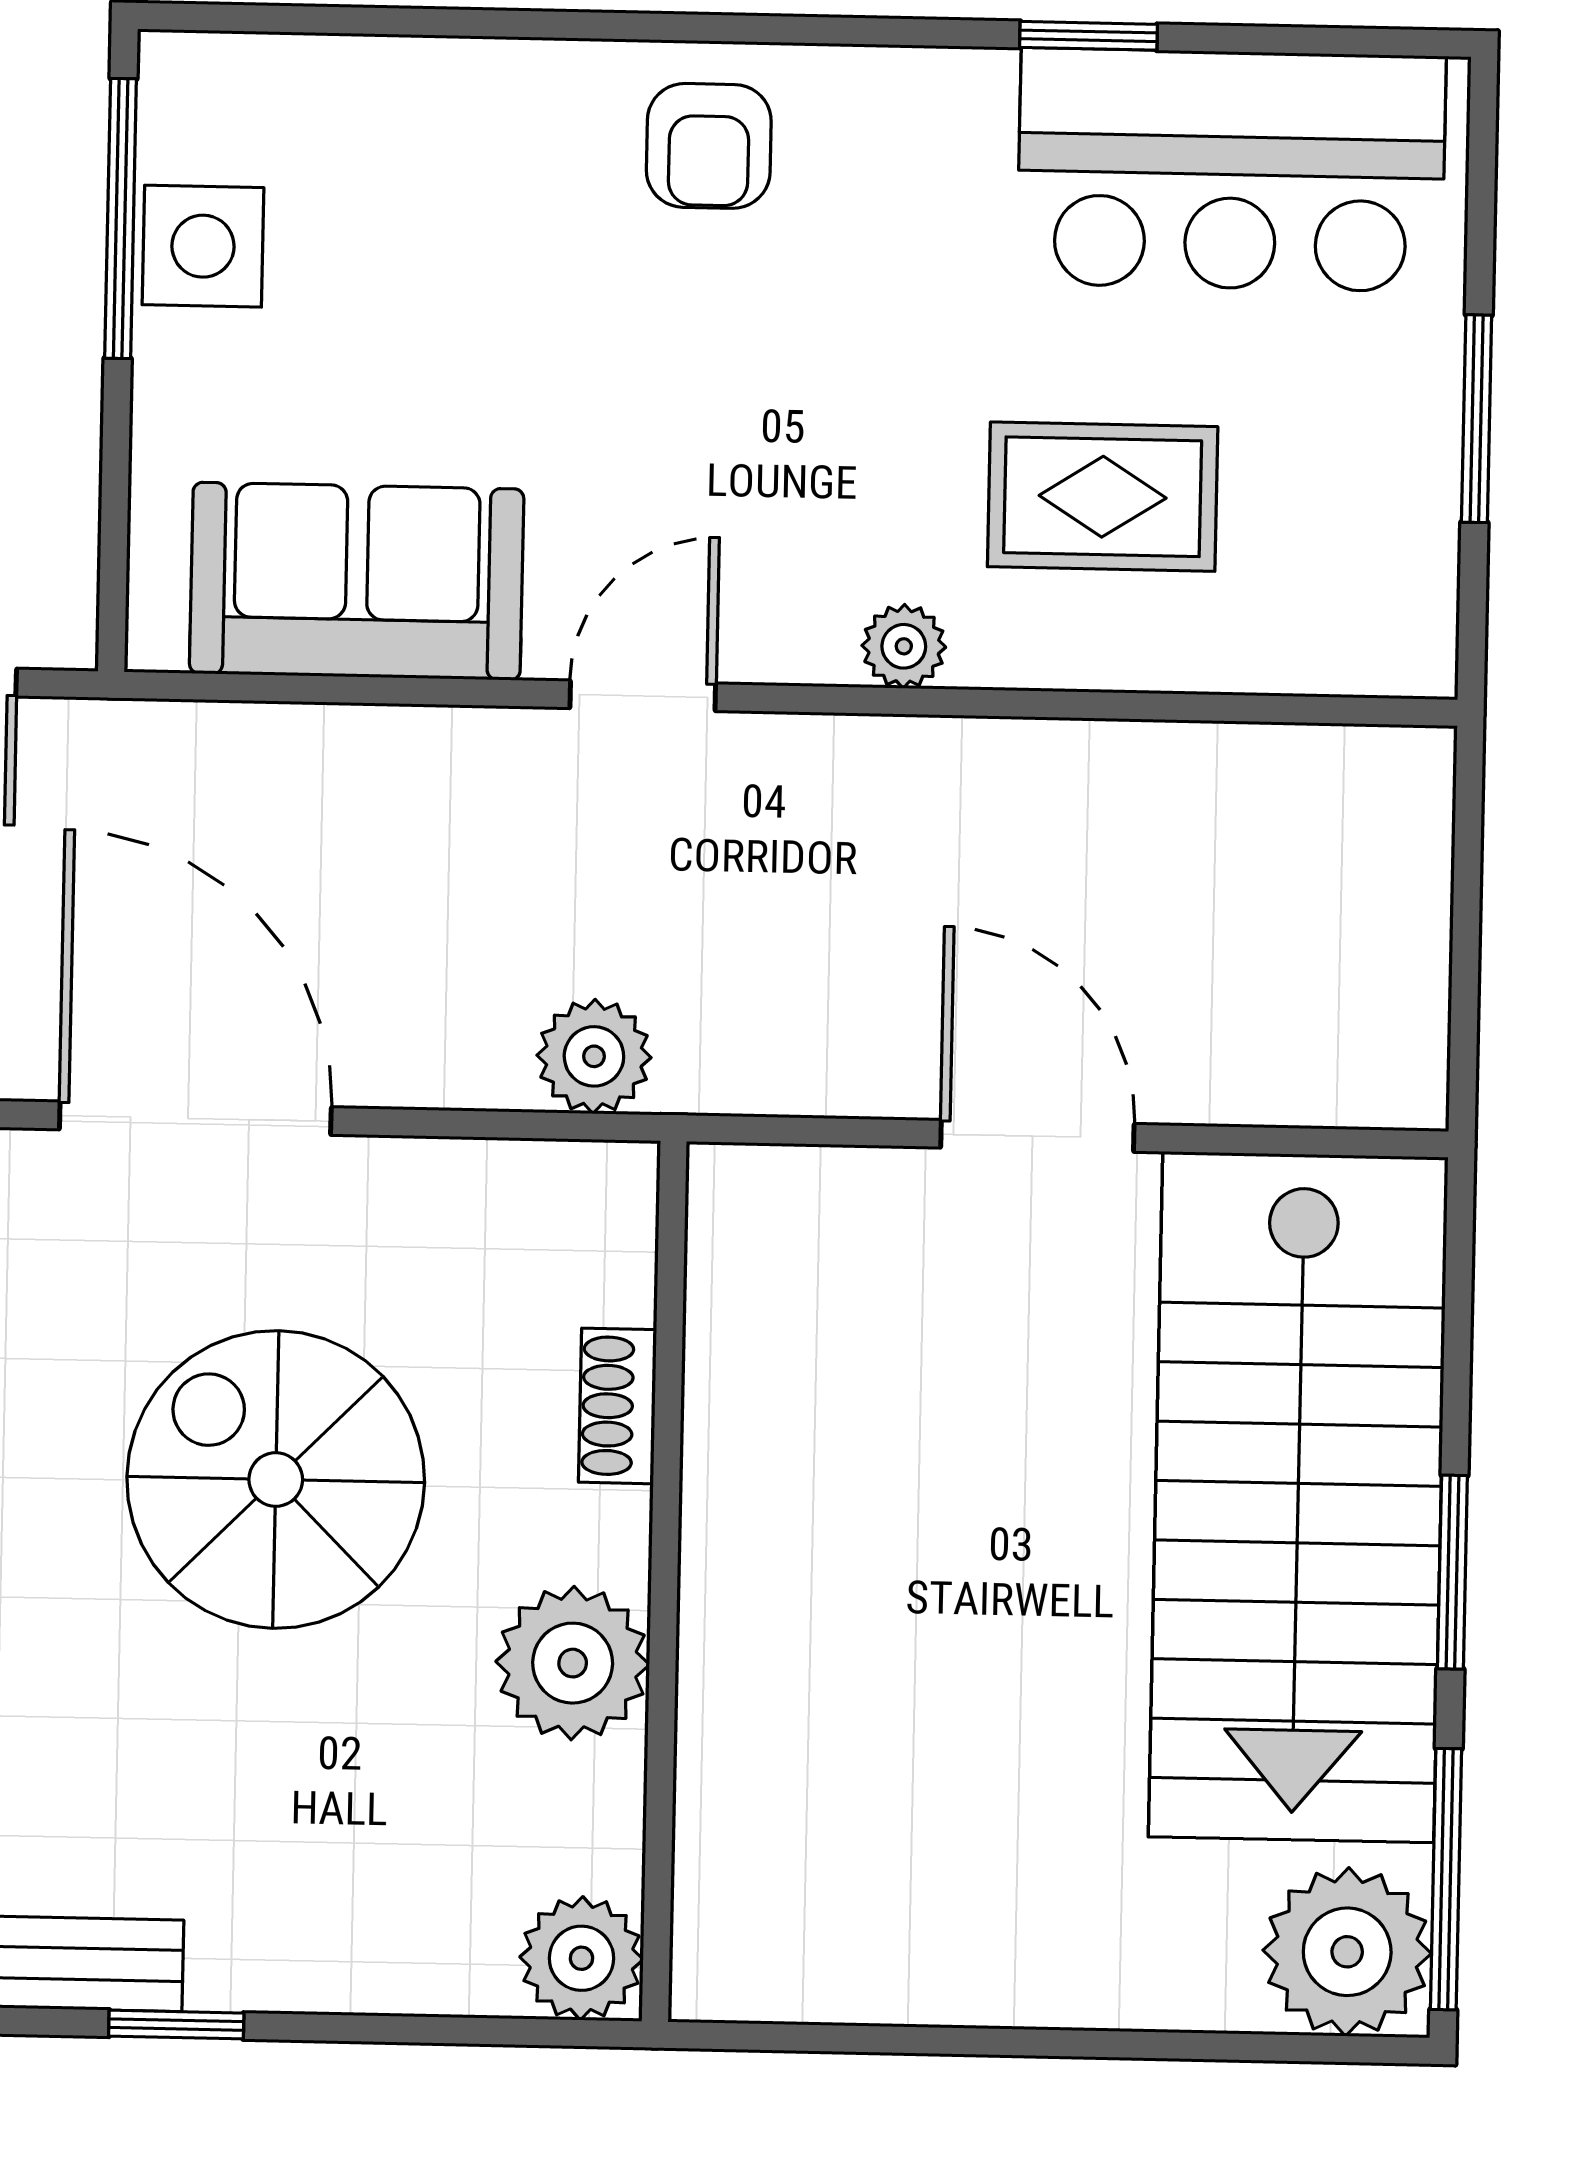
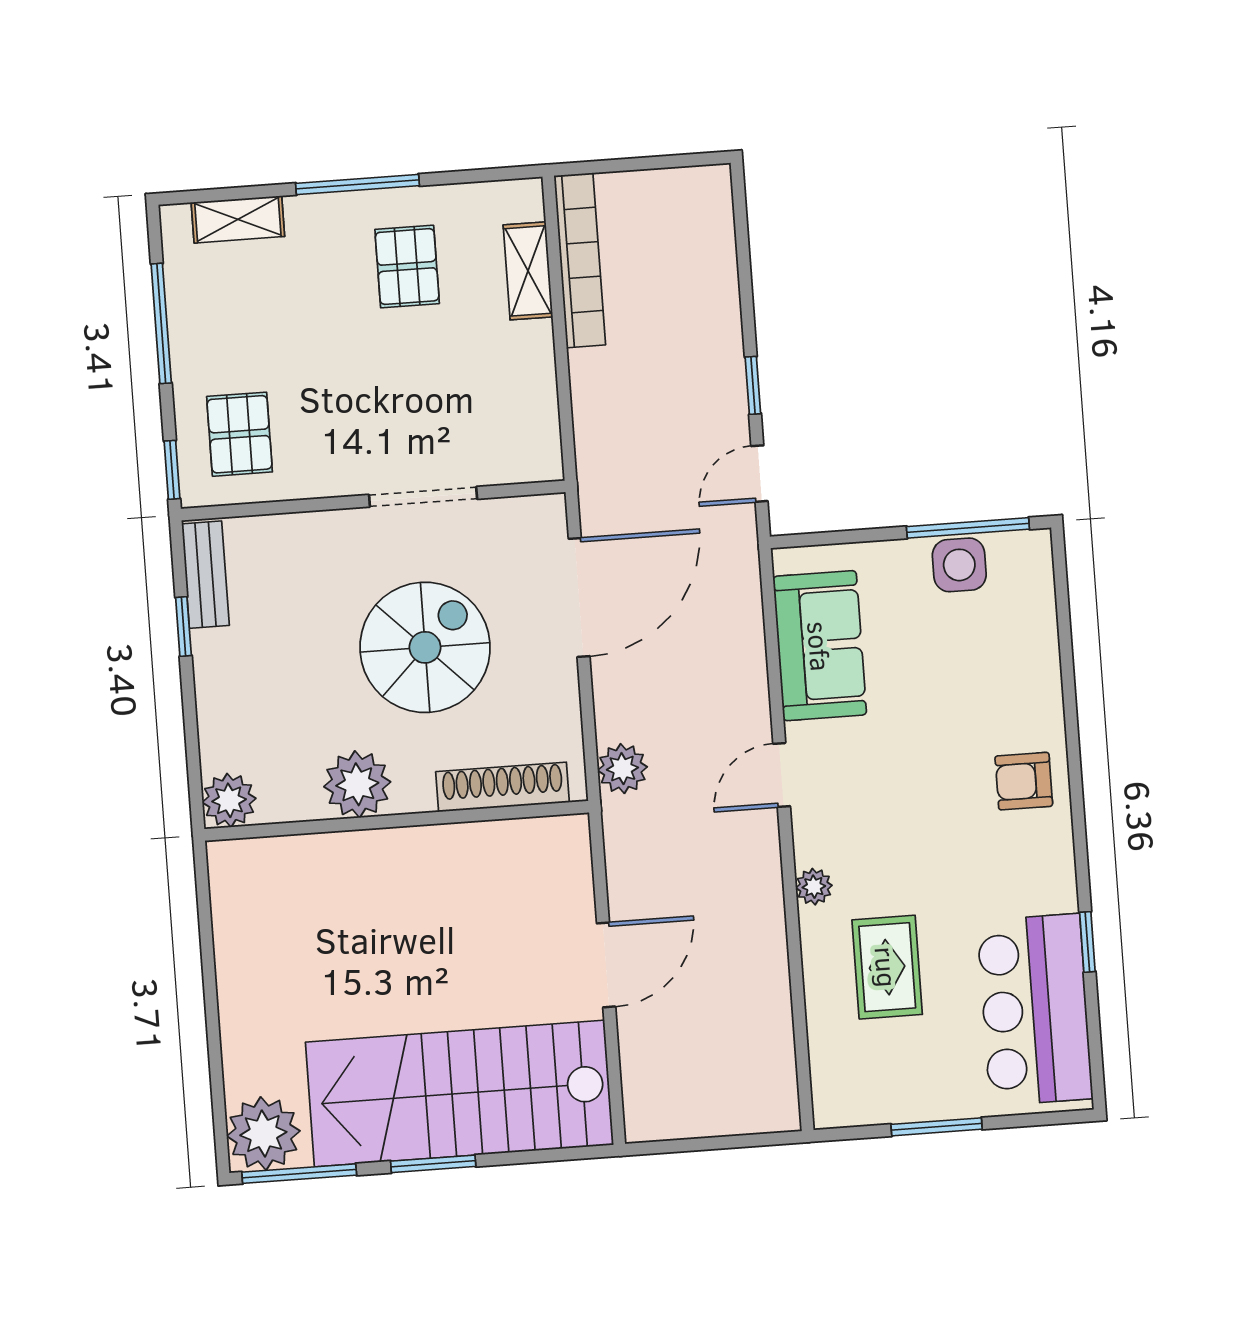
door: (643, 696) -> (782, 775), swing flipped
shoe rack: (617, 1406) -> (503, 787), width x1.94, depth x1.24

